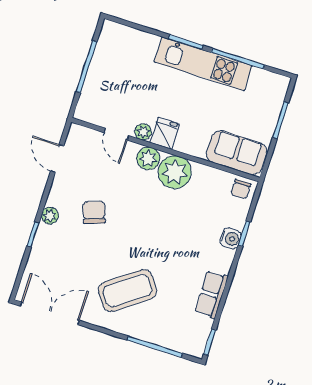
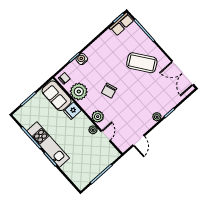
fridge: (165, 133) -> (72, 111), moved
plant: (175, 172) -> (79, 92), moved
chair: (94, 212) -> (109, 91), moved
row of seats: (211, 294) -> (122, 24), moved

